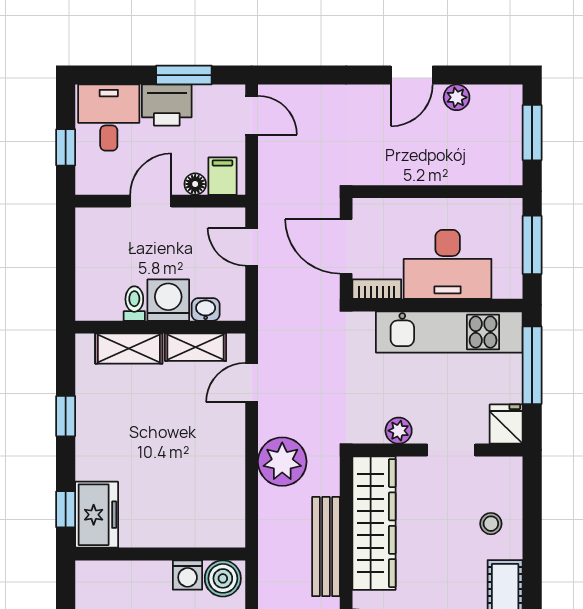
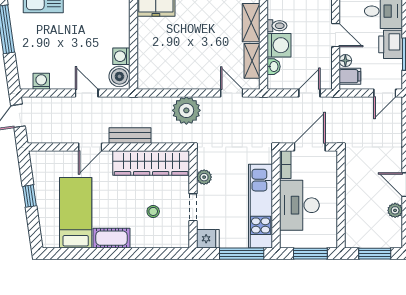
stool: (491, 524) -> (153, 211), moved
bench: (326, 547) -> (130, 136), width x0.73

